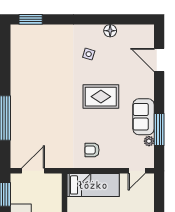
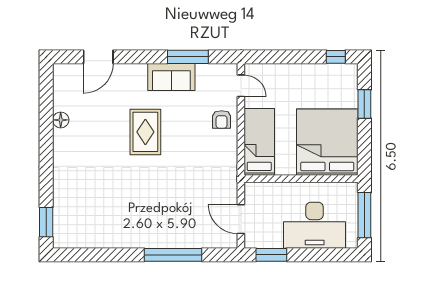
side table: (89, 54) -> (91, 148), removed
plant: (149, 141) -> (203, 70), removed
armchair: (92, 150) -> (222, 119), moved

